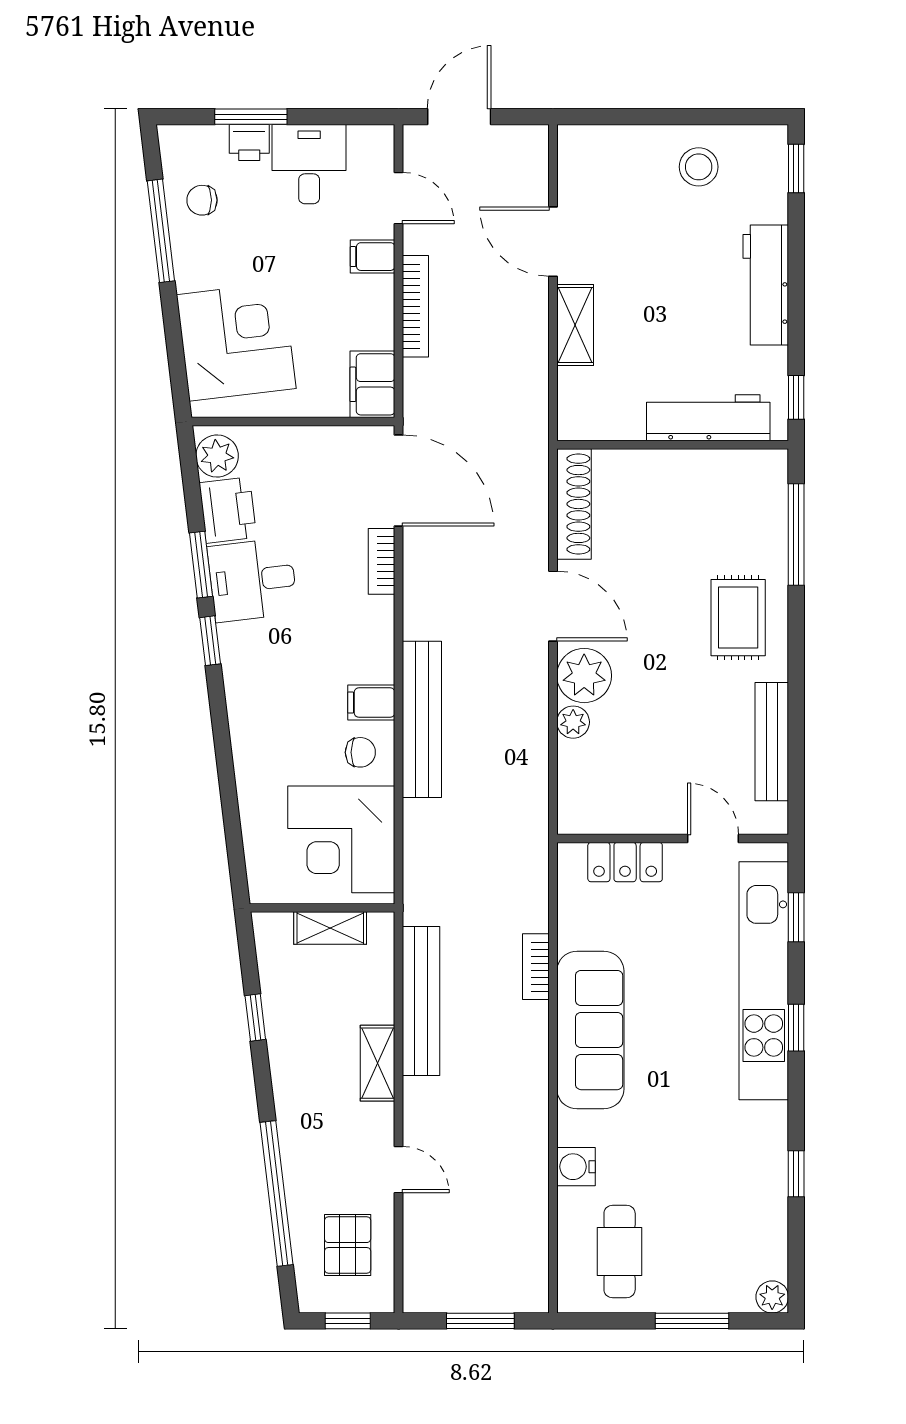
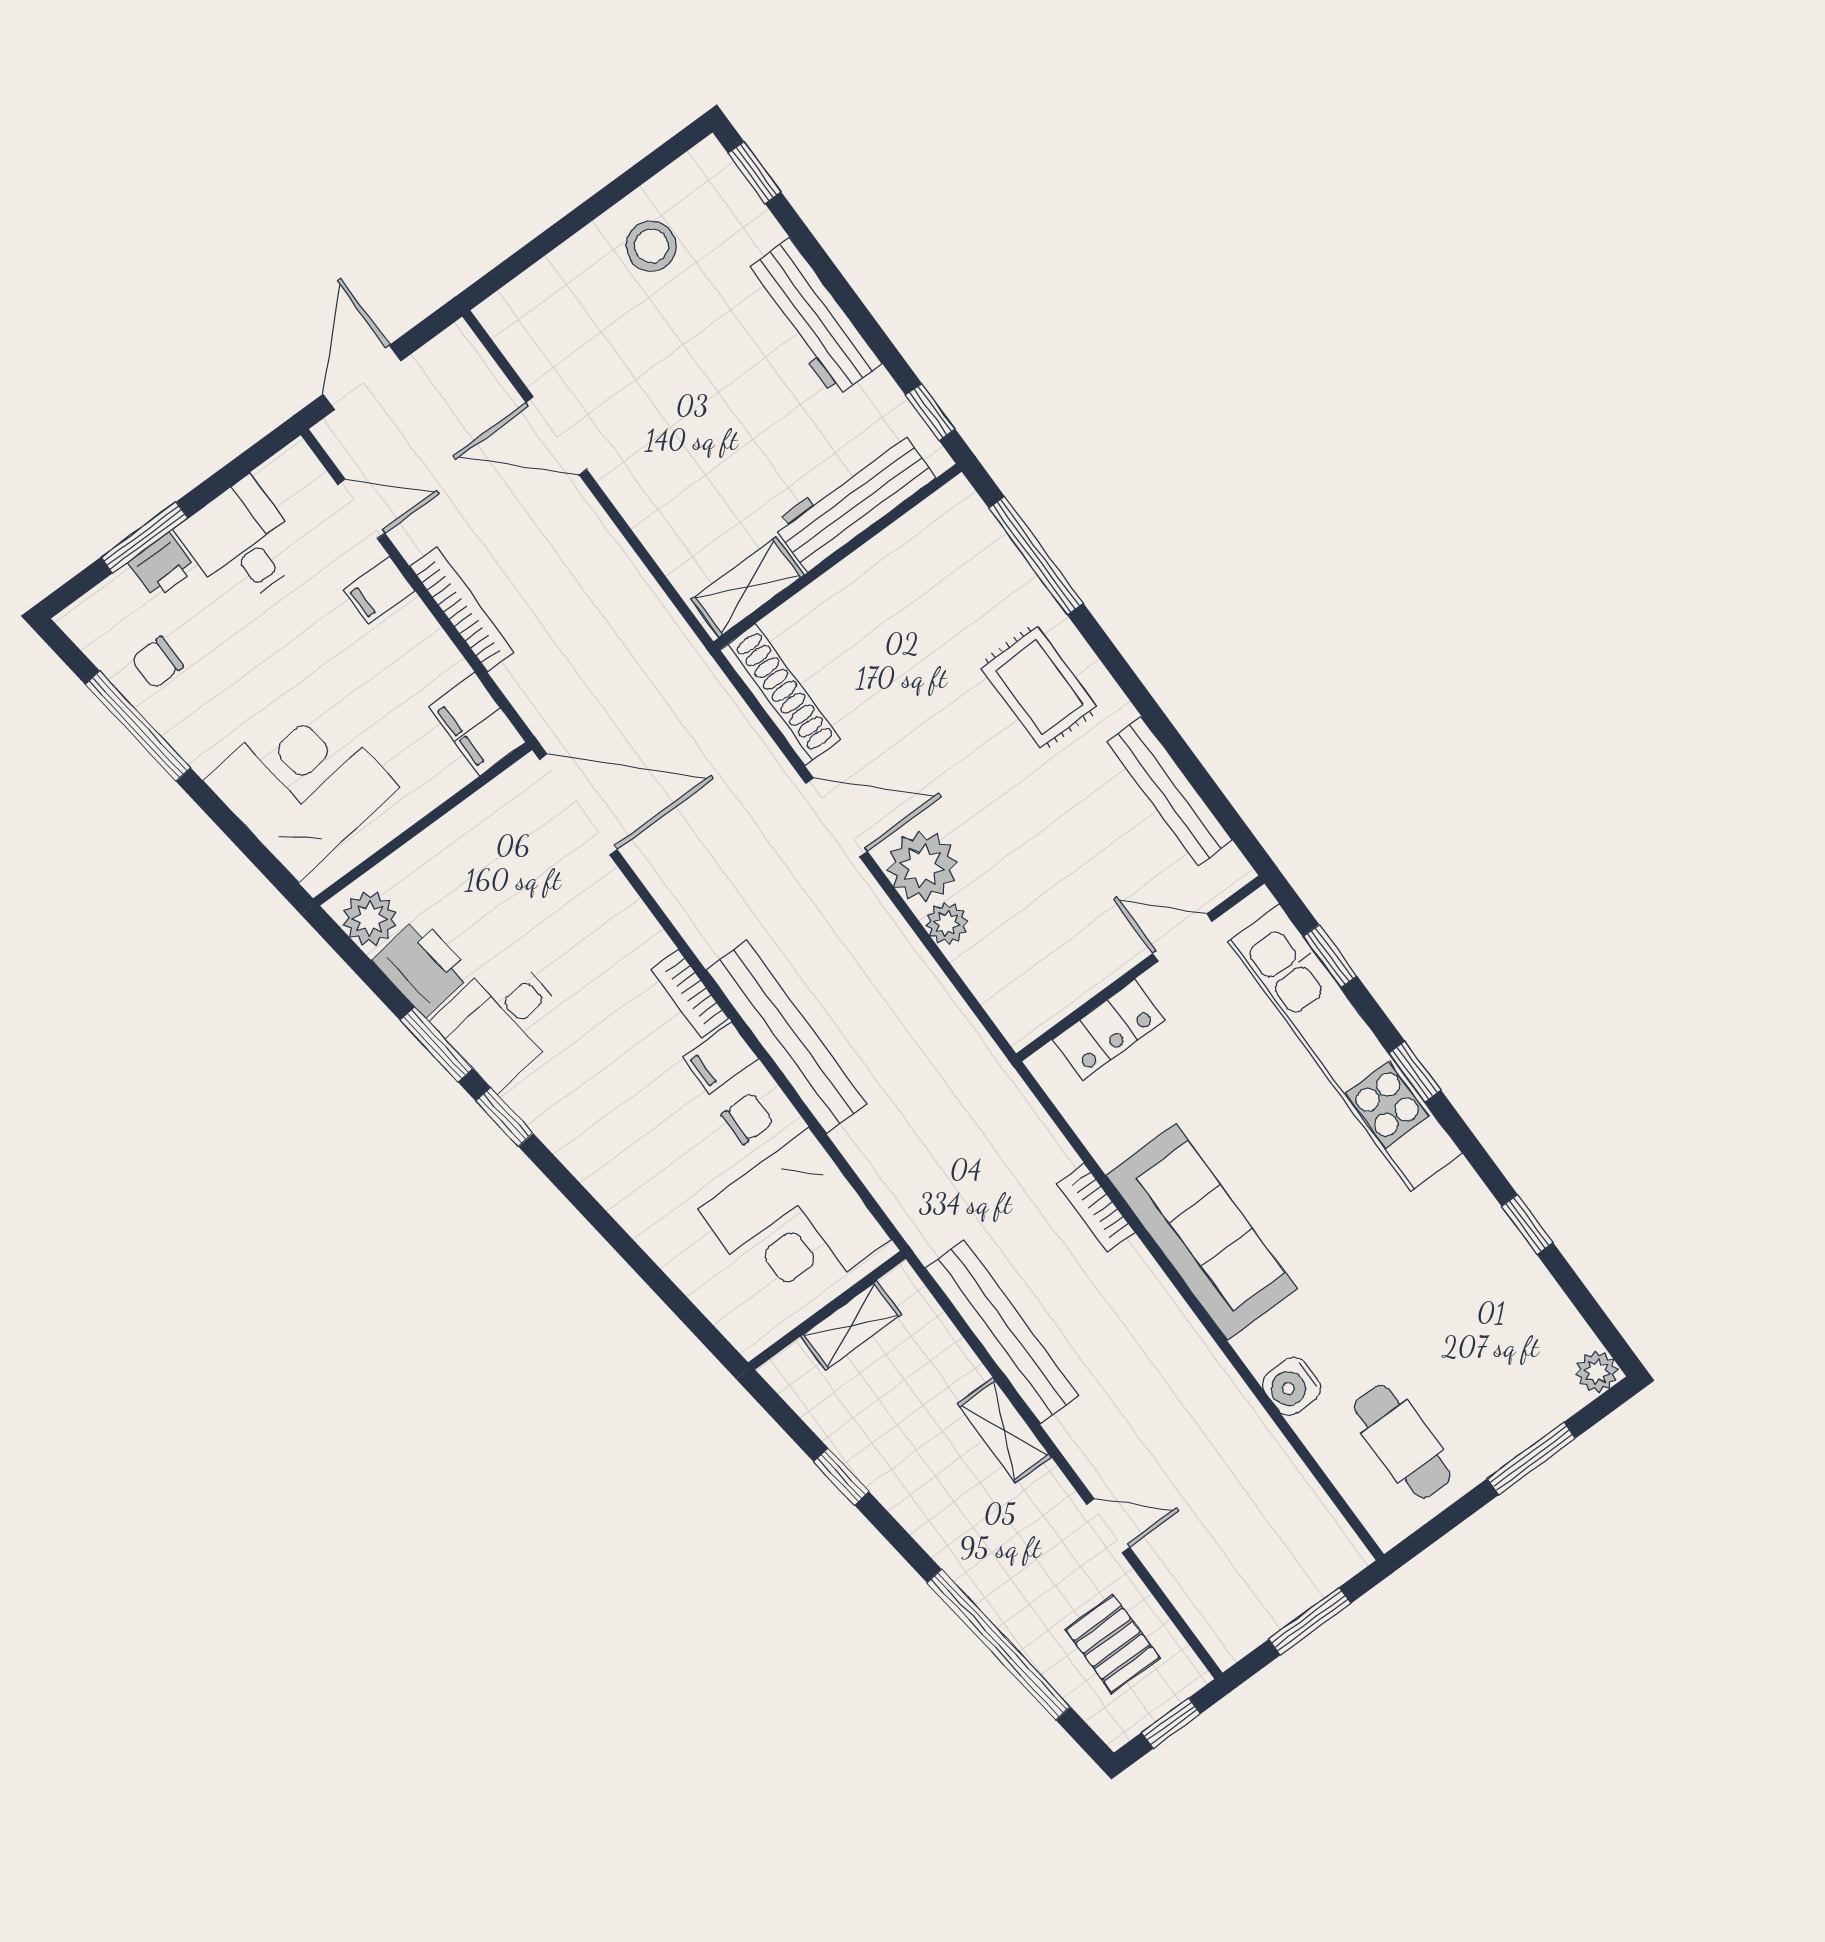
shelving: (575, 325) -> (748, 587), moved, turned 90
bookcase: (382, 561) -> (690, 994), moved

